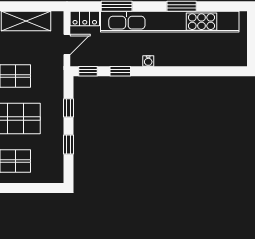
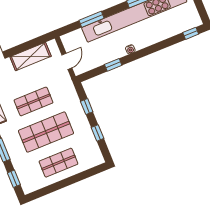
locker: (85, 19) -> (72, 37), removed
window: (88, 71) -> (191, 33), moved

